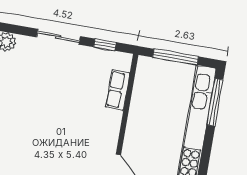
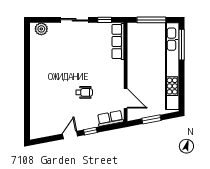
row of seats: (118, 90) -> (118, 42), width x1.48
wheelchair: (55, 149) -> (84, 92), added

